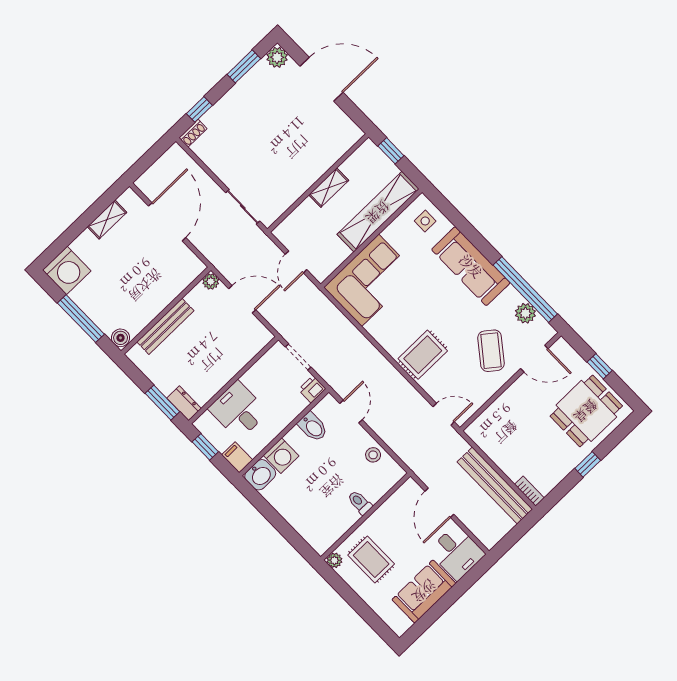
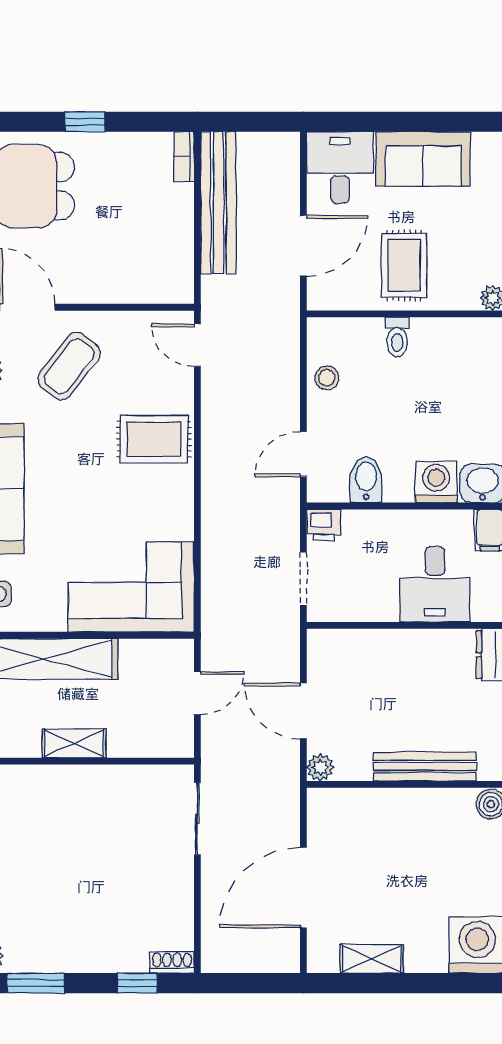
rug: (371, 560) -> (404, 265), moved

